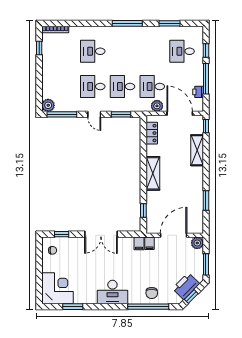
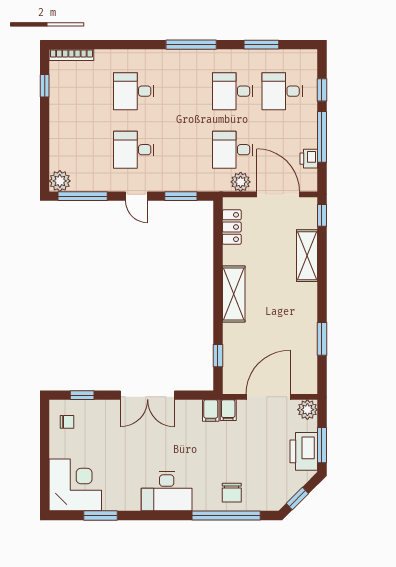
desk: (123, 87) -> (233, 91), moved
printer: (186, 286) -> (304, 451), moved, turned -45

